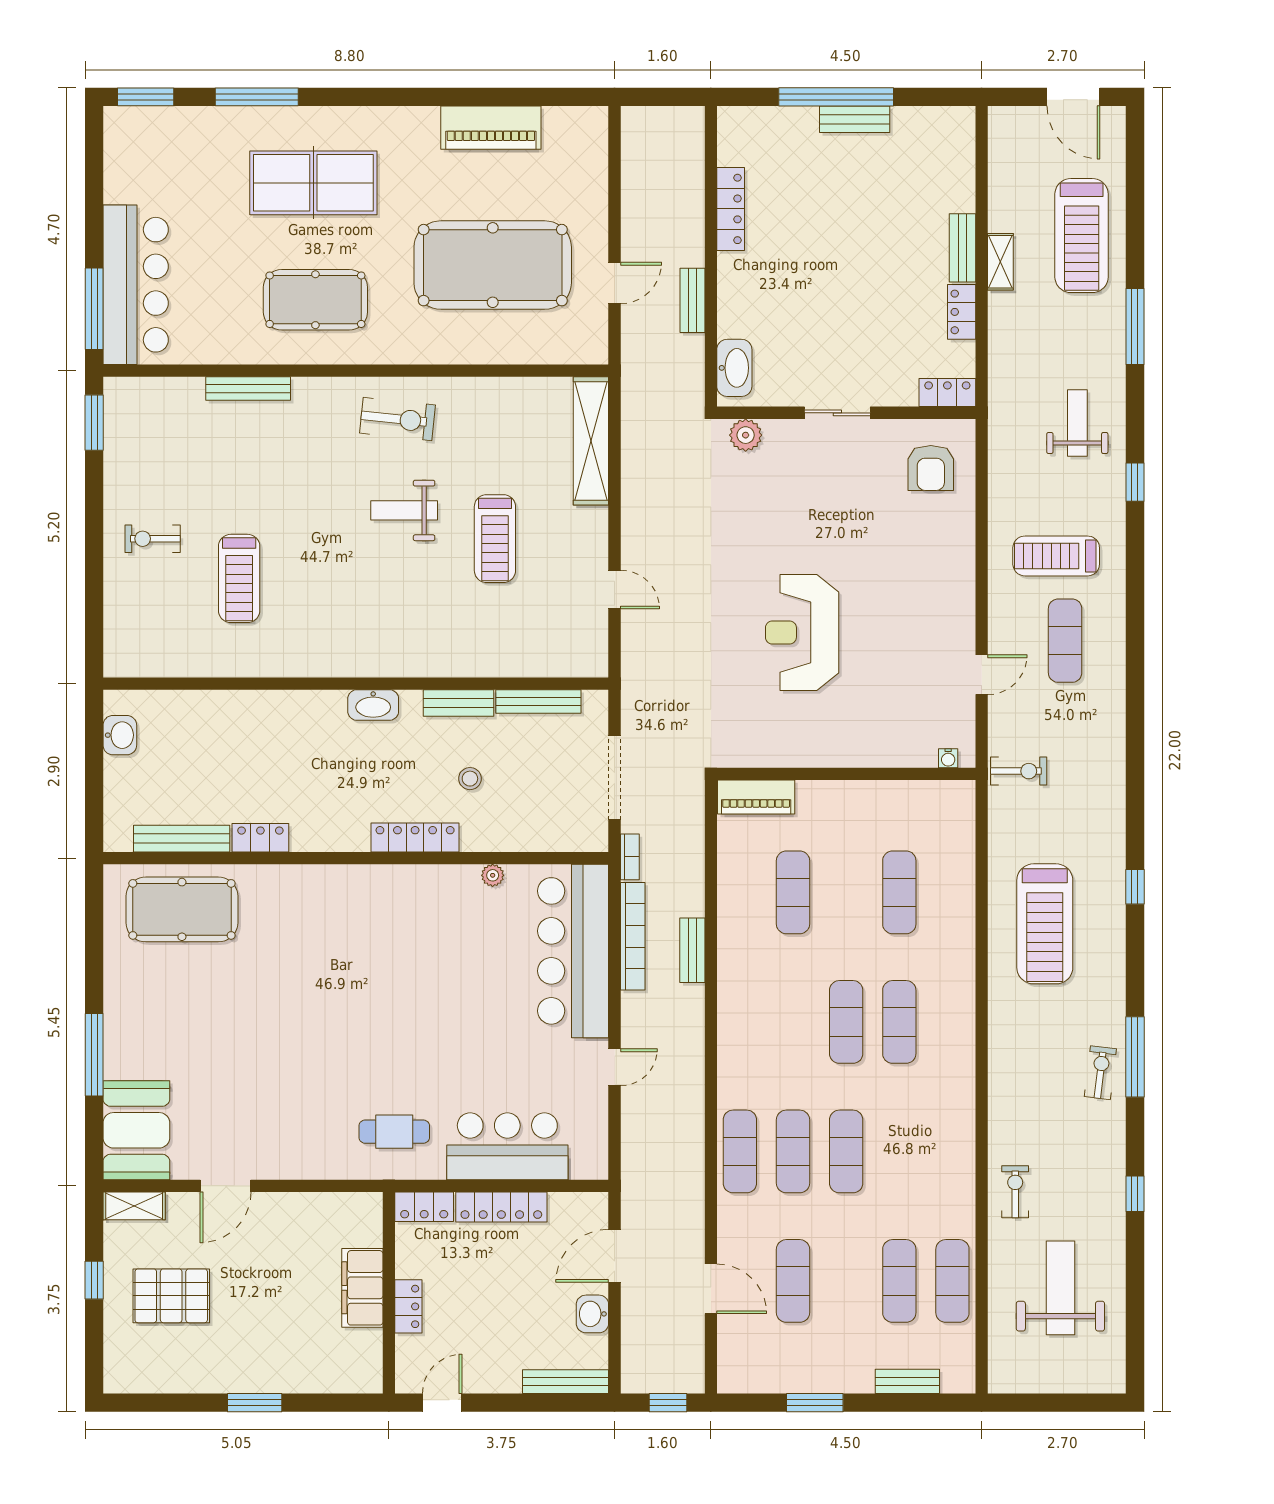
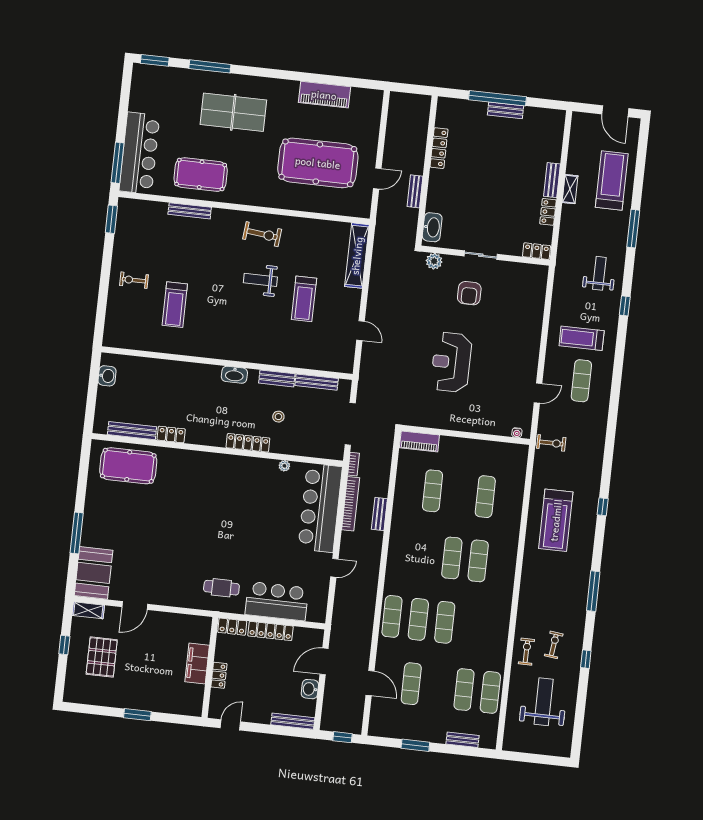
treadmill: (1082, 236) -> (612, 181), turned 180
pool table: (315, 300) -> (201, 175), moved
armchair: (931, 468) -> (469, 293), moved
exercise bike: (1100, 1073) -> (554, 645), moved
pallet: (171, 1296) -> (102, 657), turned 90

